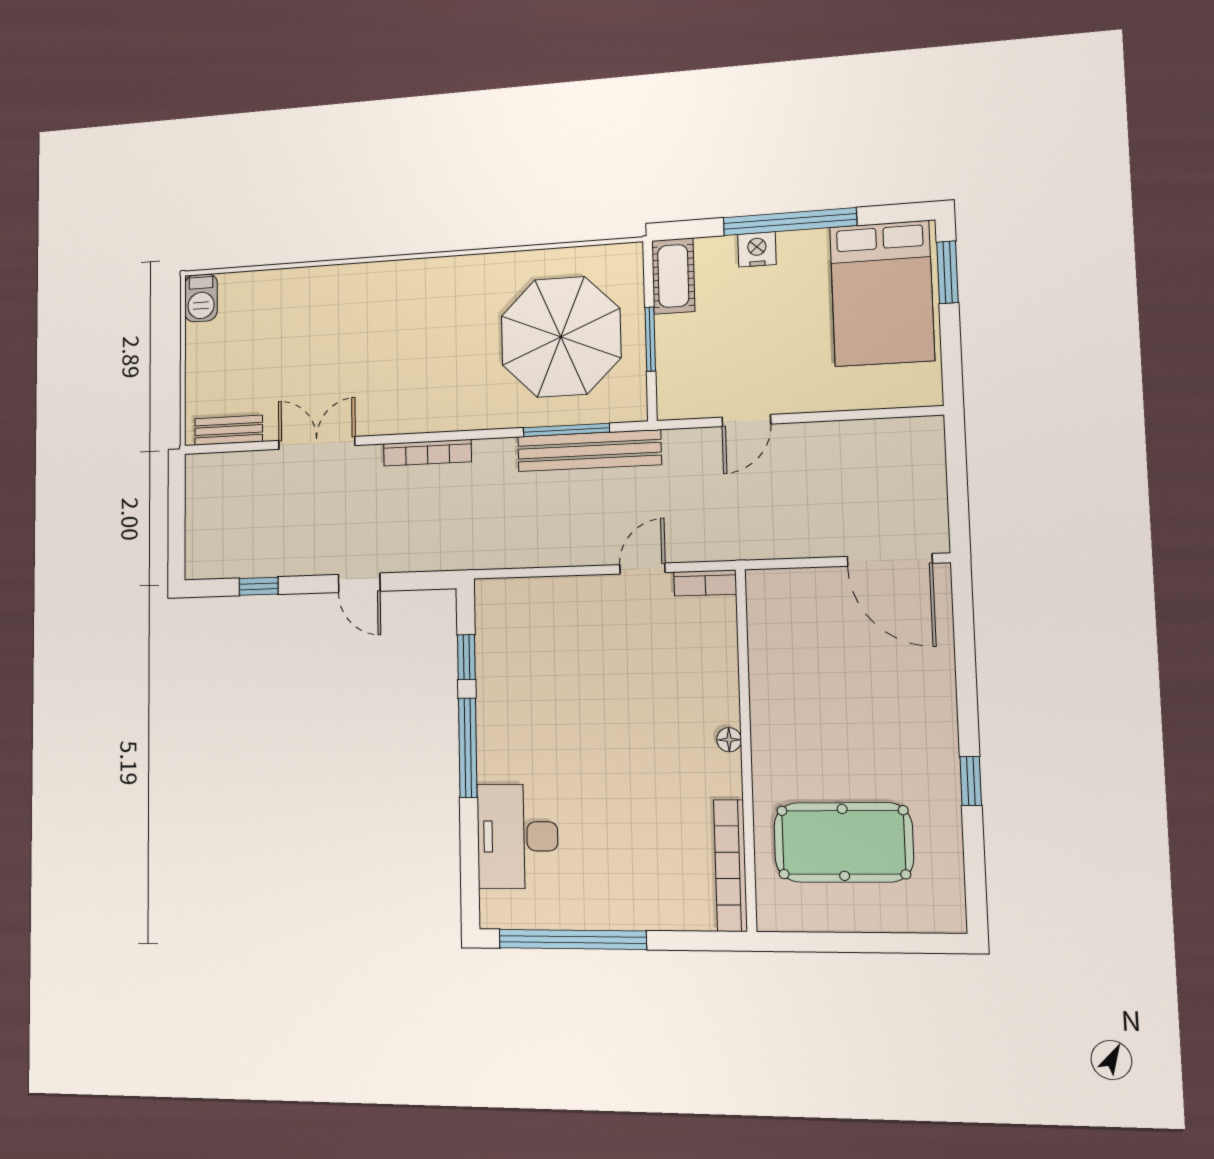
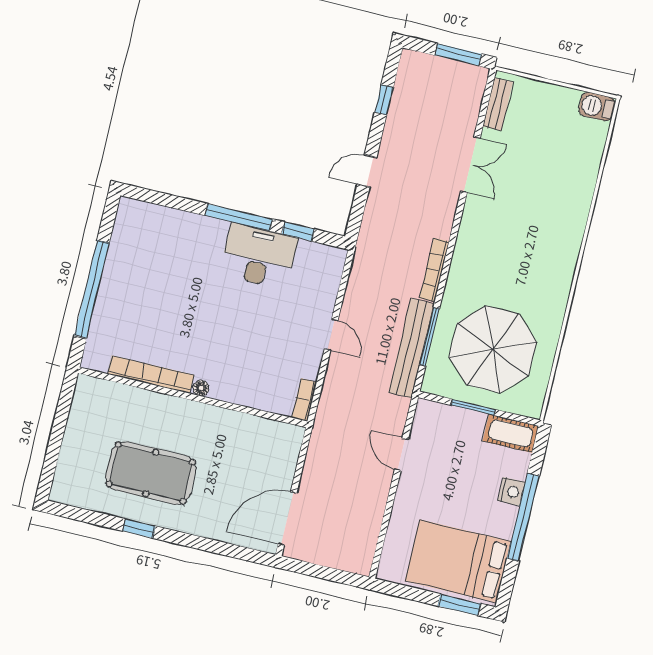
bookcase: (427, 453) -> (434, 270), moved
window: (177, 502) -> (458, 55), added
door: (642, 569) -> (331, 335), moved
desk: (518, 836) -> (259, 256), moved
pool table: (843, 842) -> (151, 473), moved, turned 90
bookcase: (730, 865) -> (151, 374), moved
window: (572, 939) -> (92, 289), moved

